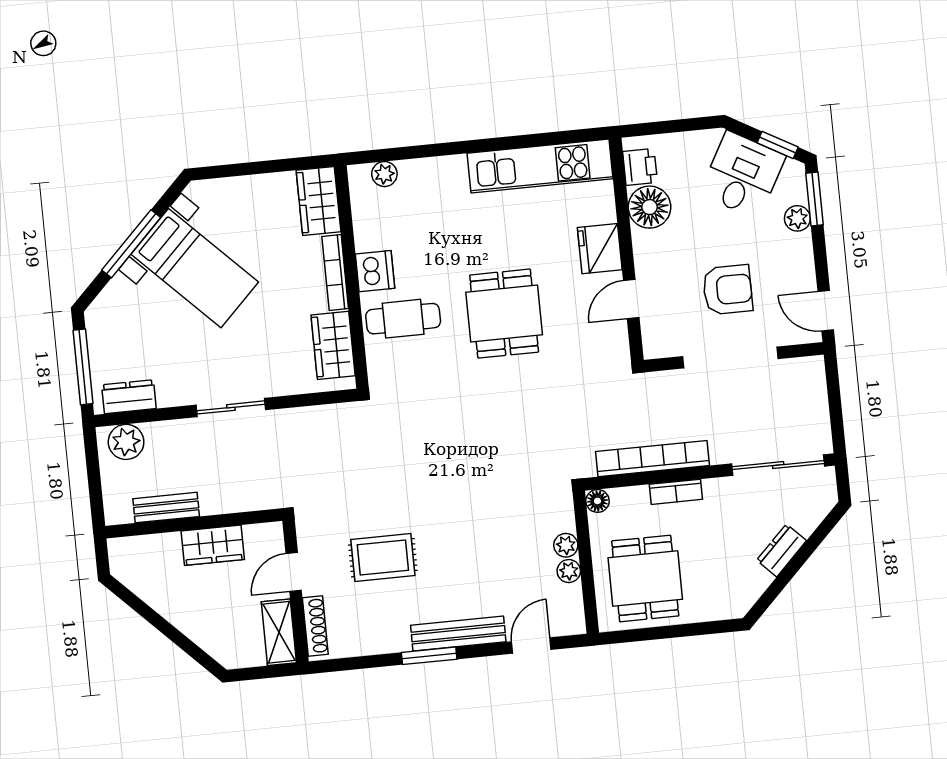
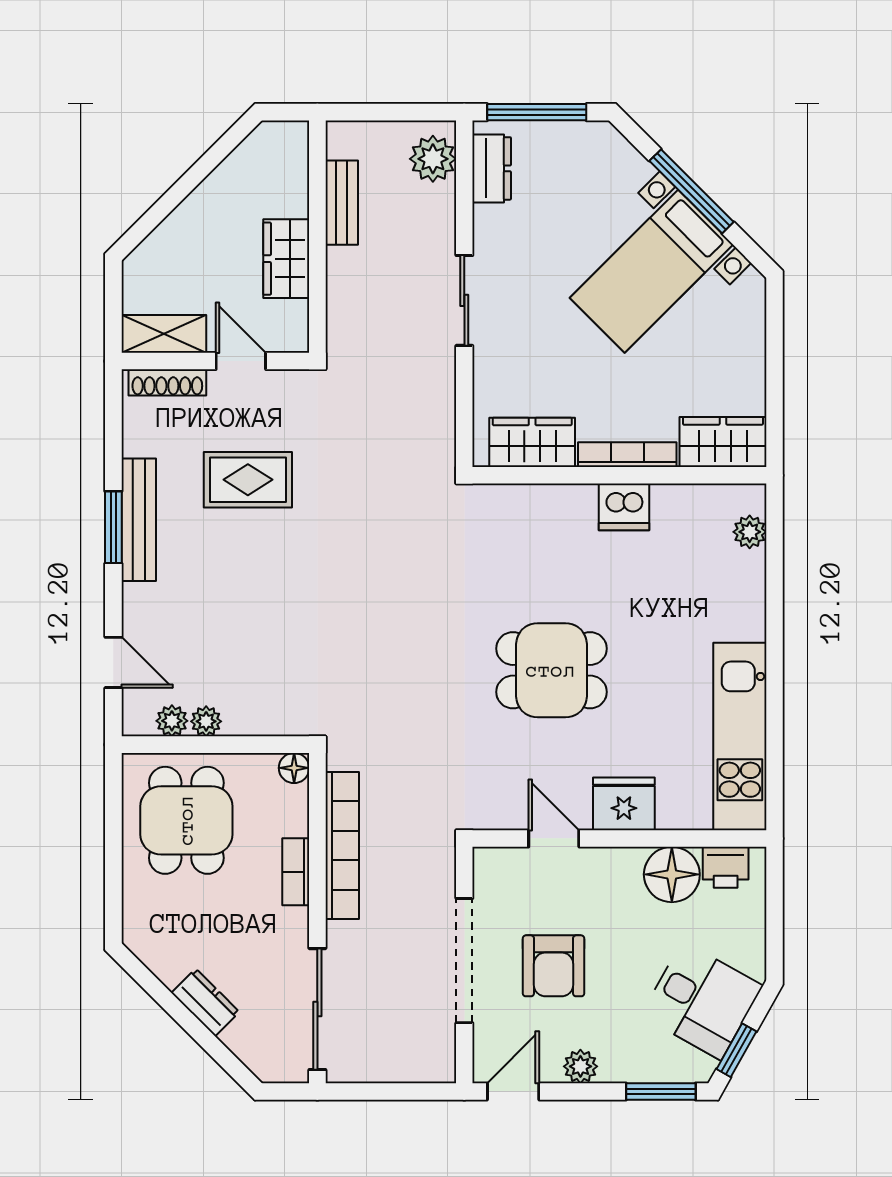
plant: (797, 218) -> (580, 1066), moved
cafe table: (403, 319) -> (558, 537), removed
plant: (566, 545) -> (172, 721), moved
rug: (383, 558) -> (248, 480), turned 90
dining table: (645, 578) -> (186, 820), turned 90
bench: (458, 634) -> (139, 520), moved

